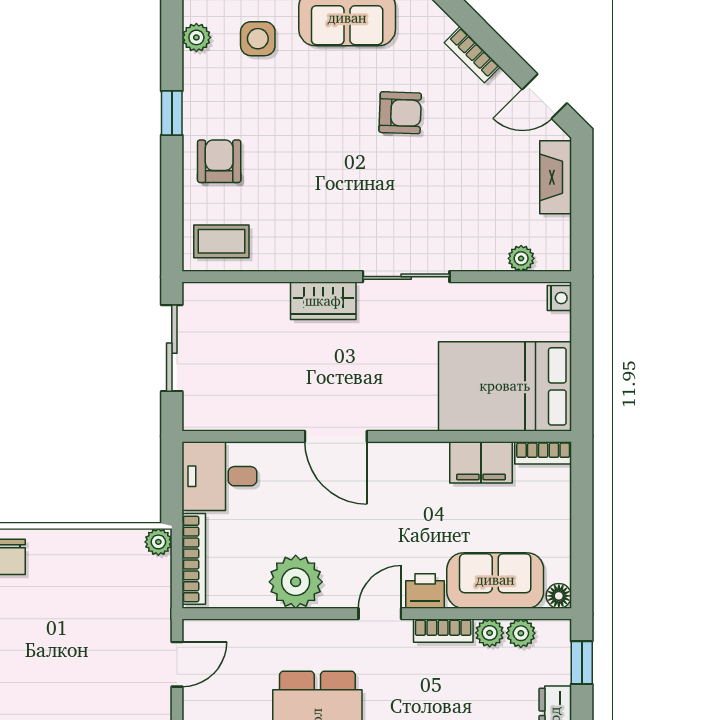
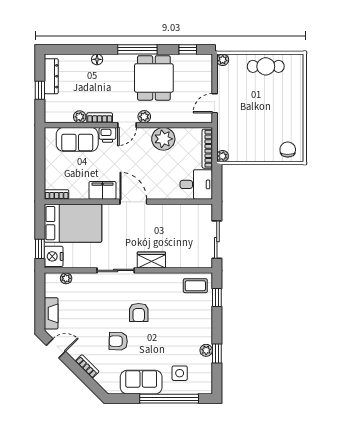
plant: (196, 37) -> (206, 350), moved
window: (172, 113) -> (217, 354), moved
armchair: (219, 161) -> (139, 313), moved
window: (172, 214) -> (217, 298), added
nightstand: (559, 298) -> (54, 256), width x1.89, depth x1.79
window: (582, 327) -> (40, 249), added
door: (336, 436) -> (133, 202), moved
filing cabinet: (481, 462) -> (102, 190), moved
floor lamp: (559, 596) -> (50, 133), removed
plant: (521, 633) -> (144, 117), moved
window: (582, 663) -> (40, 90), moved

